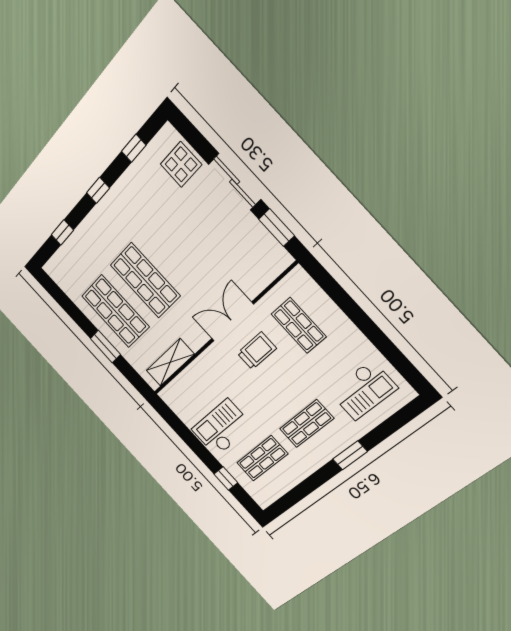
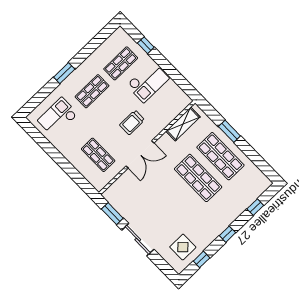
display table: (181, 164) -> (183, 247), moved
trolley: (257, 351) -> (132, 122), moved

